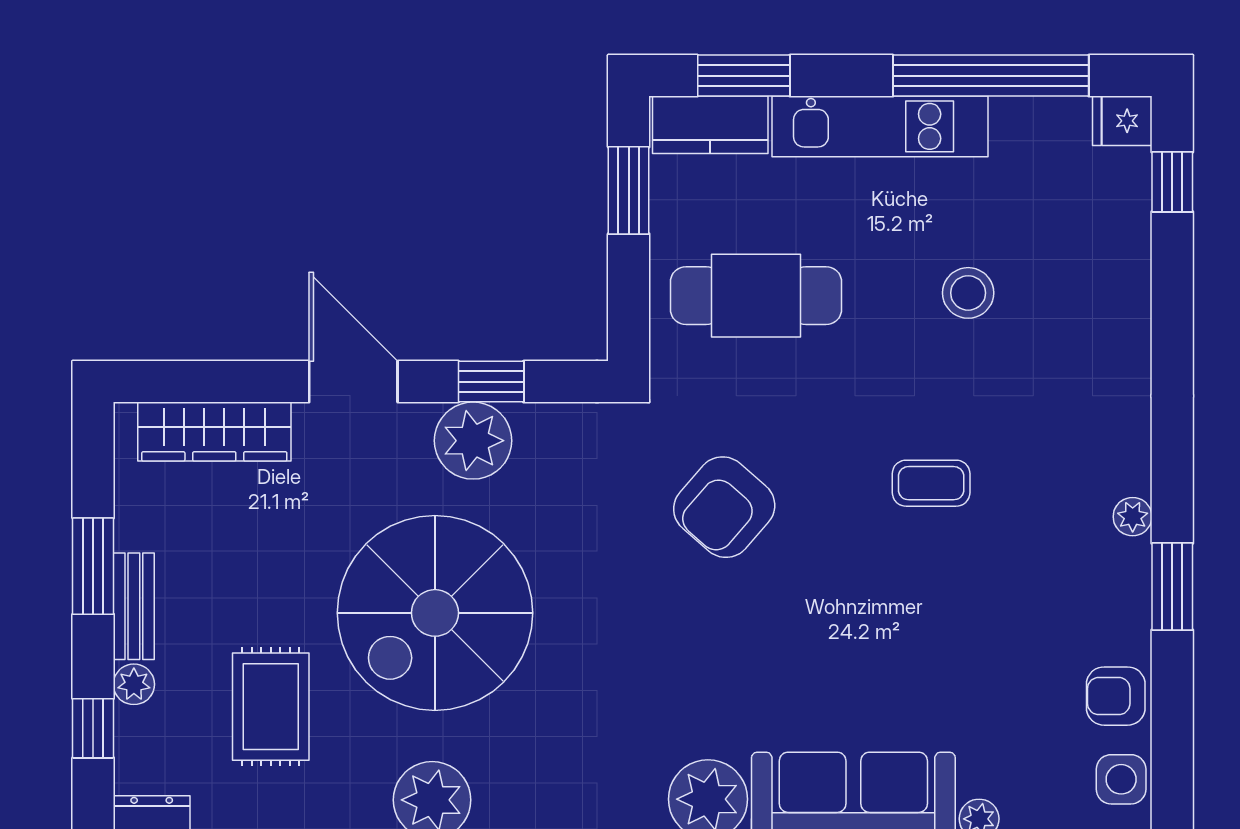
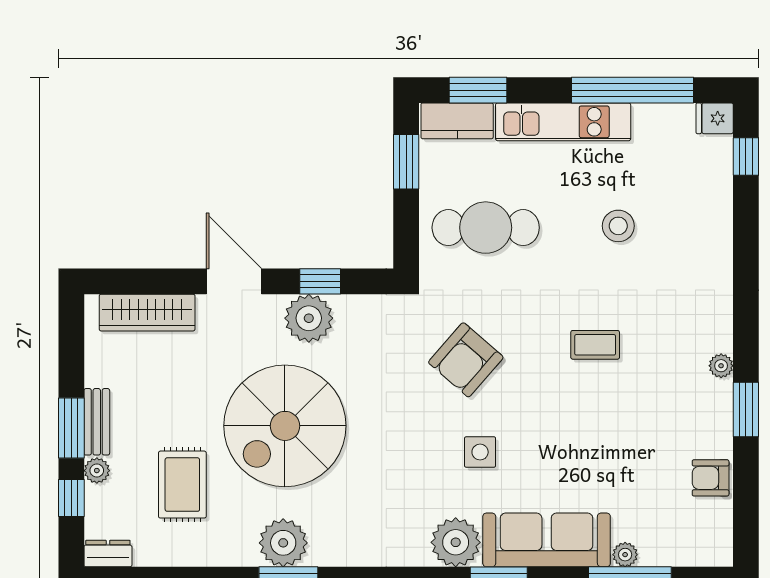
window: (93, 566) -> (71, 428), moved
side table: (1121, 779) -> (480, 452), moved

